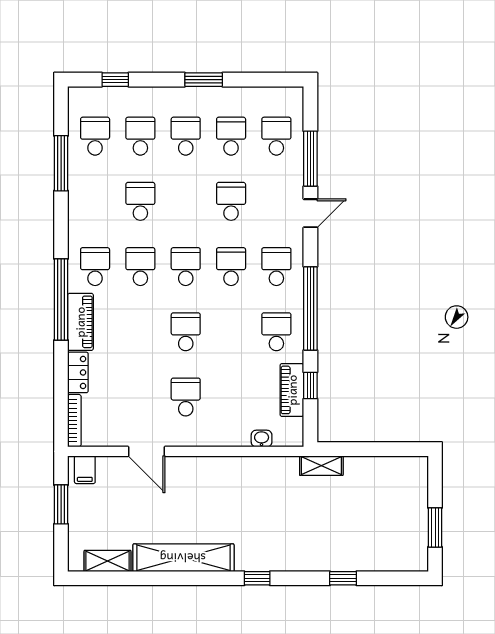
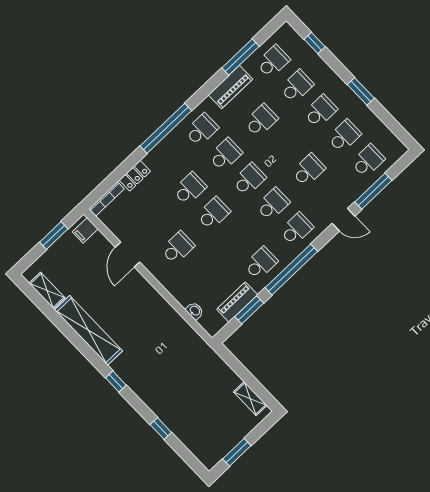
piano: (80, 322) -> (230, 87), moved
school desk: (140, 332) -> (190, 189), added
window: (310, 386) -> (249, 310), width x1.50
shelving: (321, 466) -> (250, 399), moved

